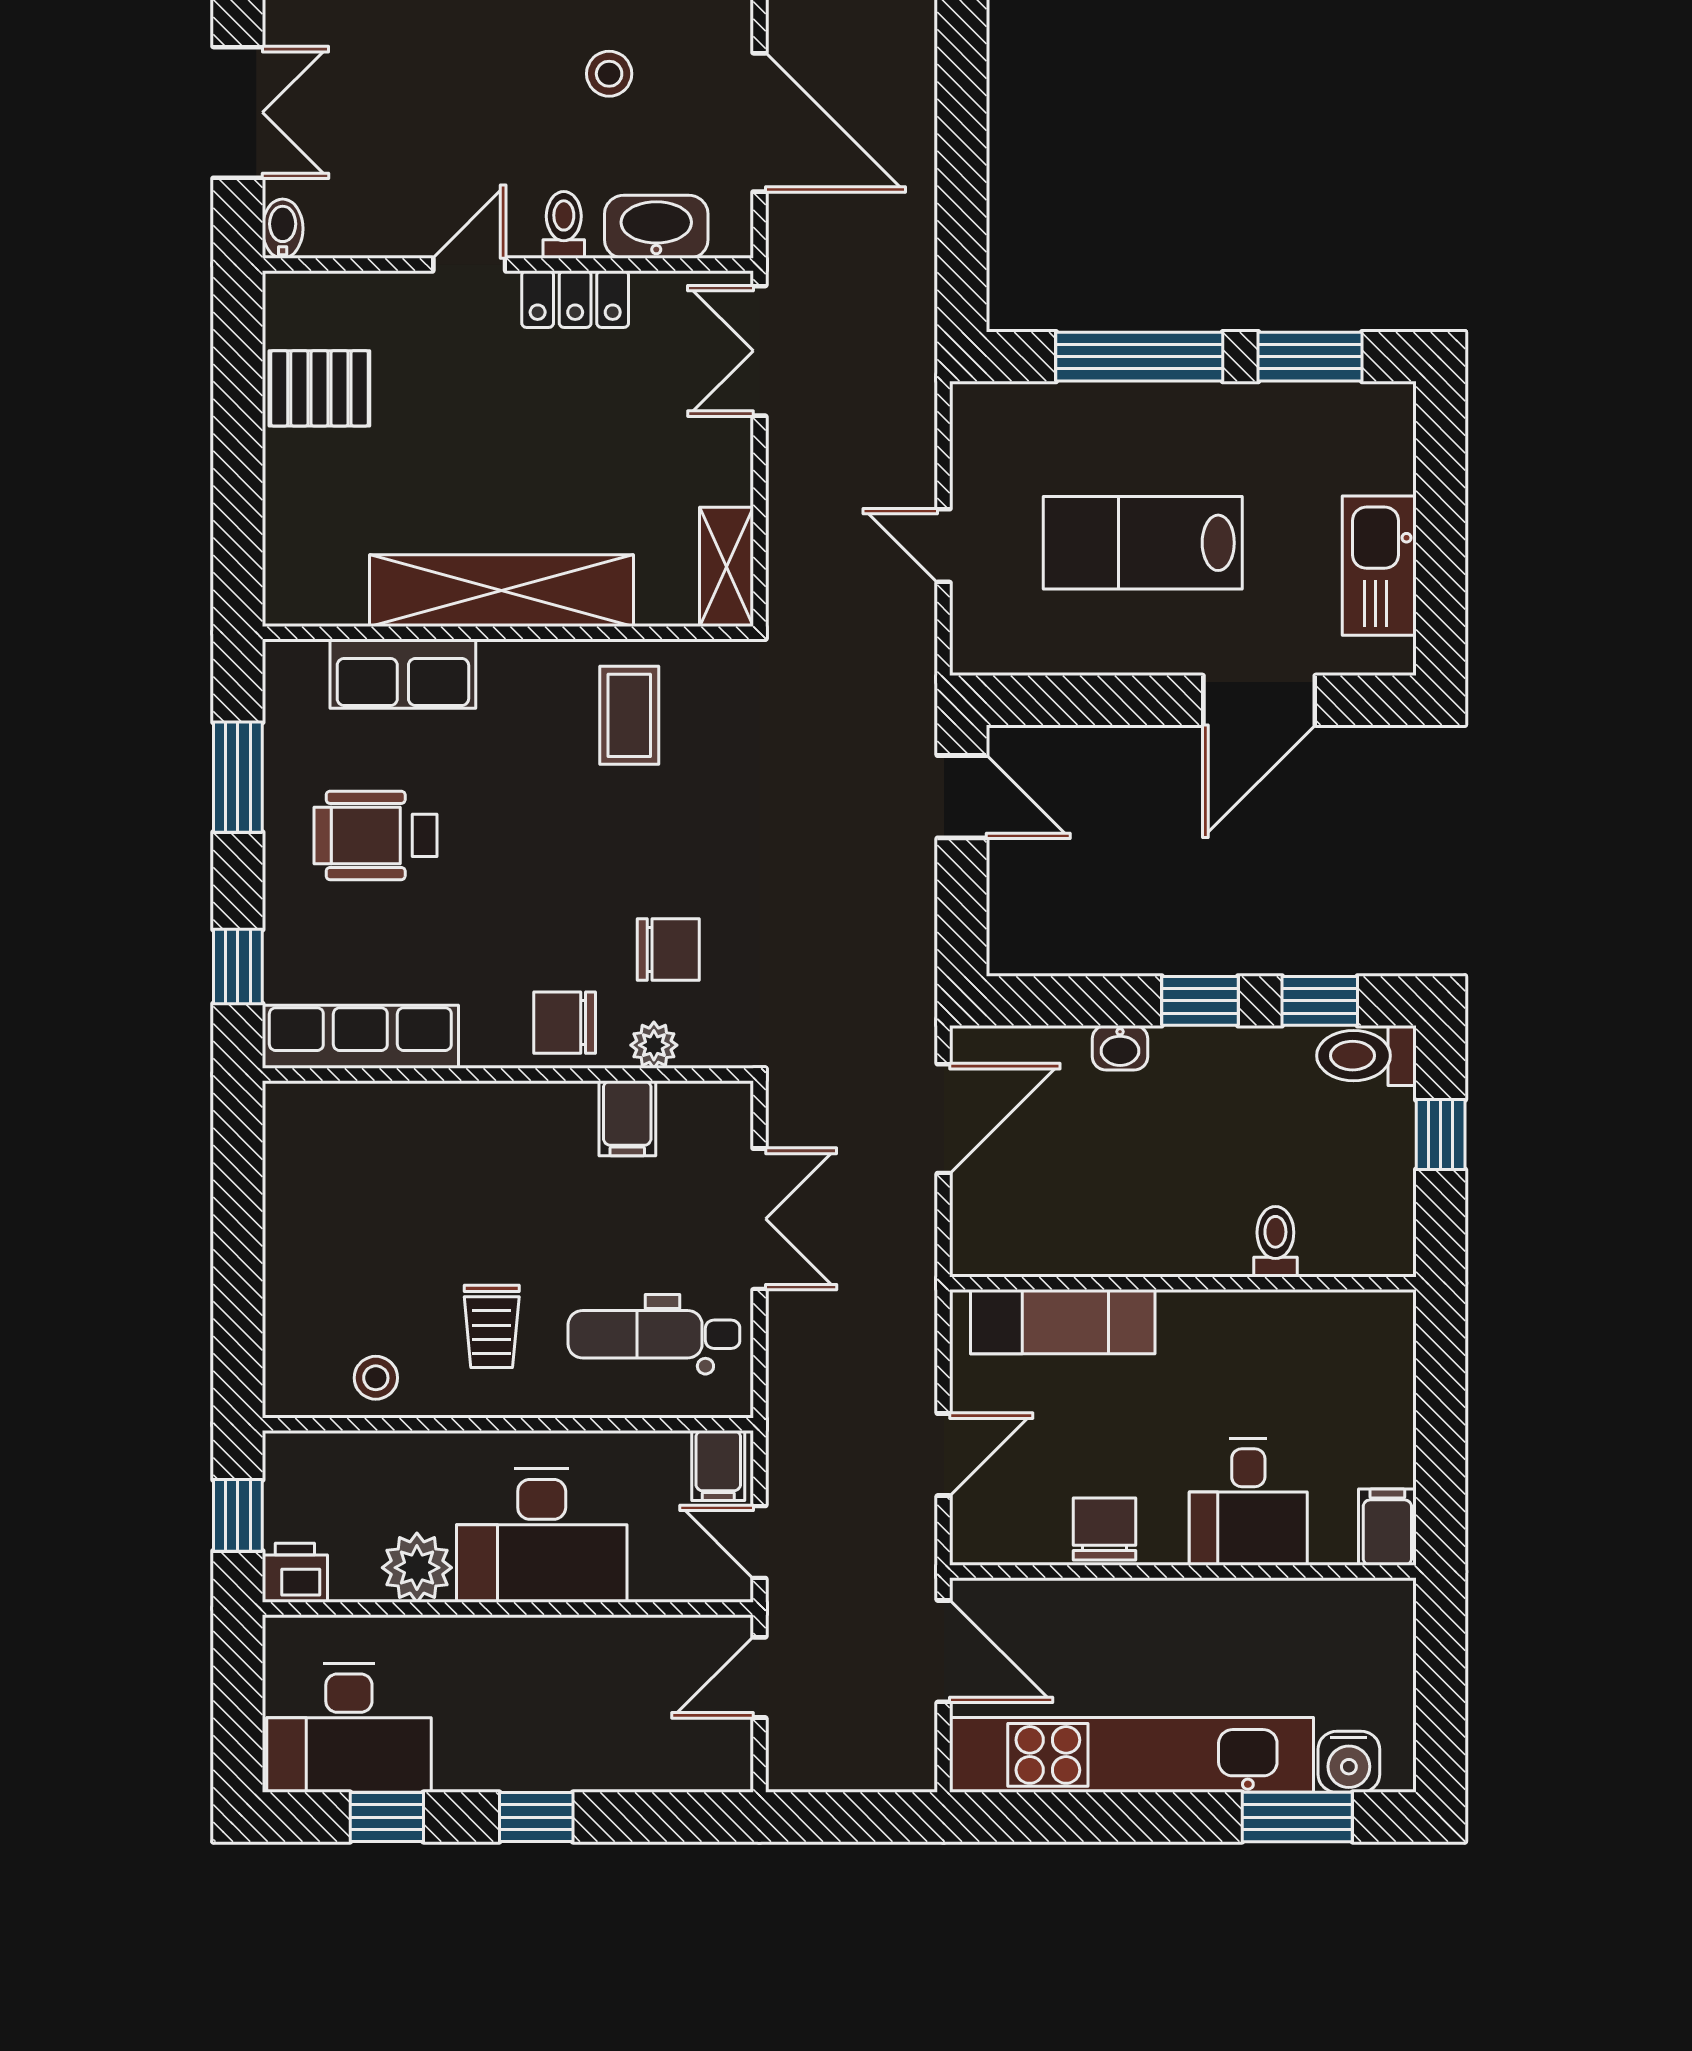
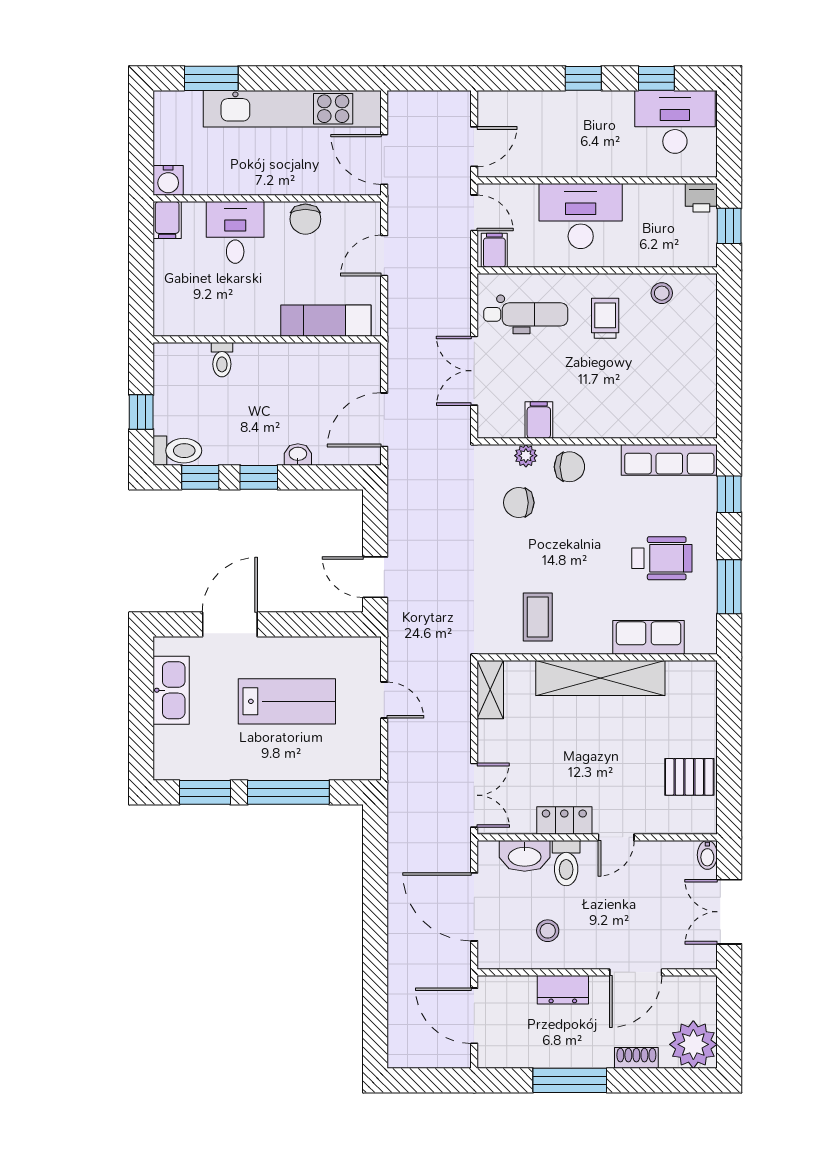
toilet: (564, 225) -> (566, 863), width x1.37, depth x1.39
plant: (417, 1568) -> (642, 200), removed
water cooler: (1349, 1762) -> (168, 180), moved, turned 180

